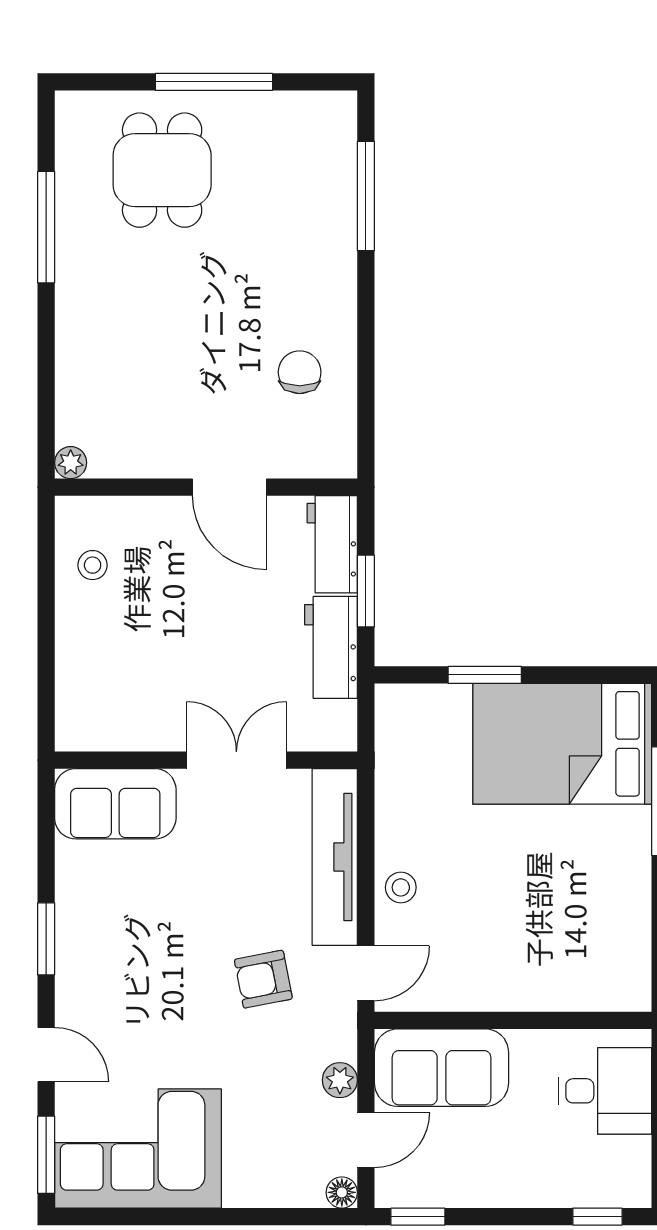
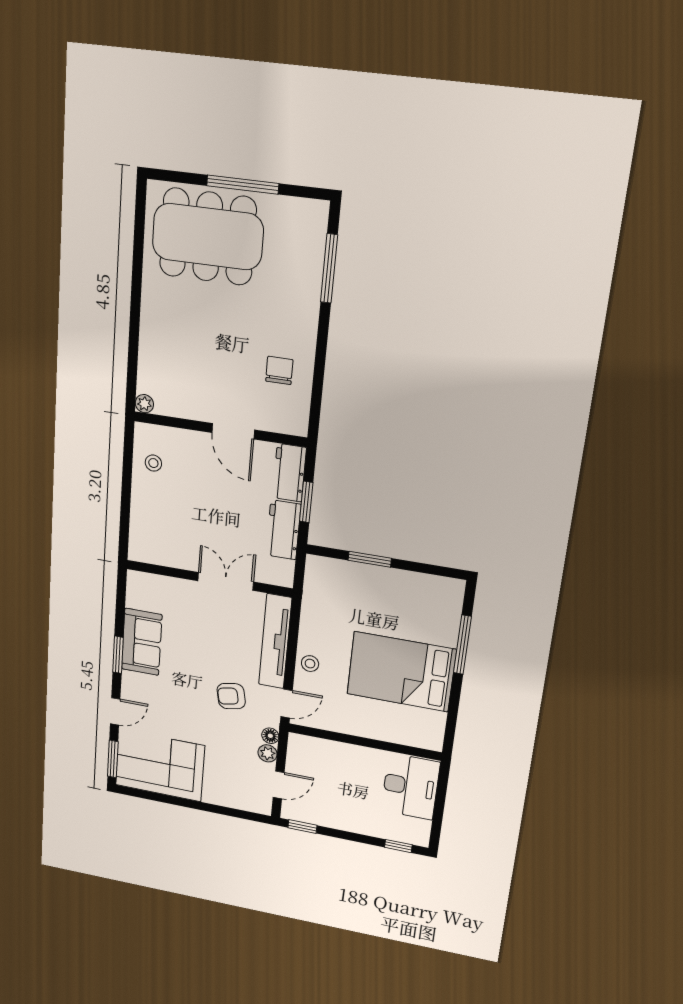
dining table: (162, 170) -> (208, 237), width x1.88, depth x1.24
window: (46, 227) -> (138, 263), removed
bed: (562, 744) -> (401, 672), moved
sofa: (115, 804) -> (142, 642), moved, turned -90
door: (46, 1055) -> (115, 711), hinge flipped
sofa: (441, 1068) -> (323, 758), removed
desk: (605, 1091) -> (411, 786), width x1.37
floor lamp: (342, 1192) -> (270, 736), moved

